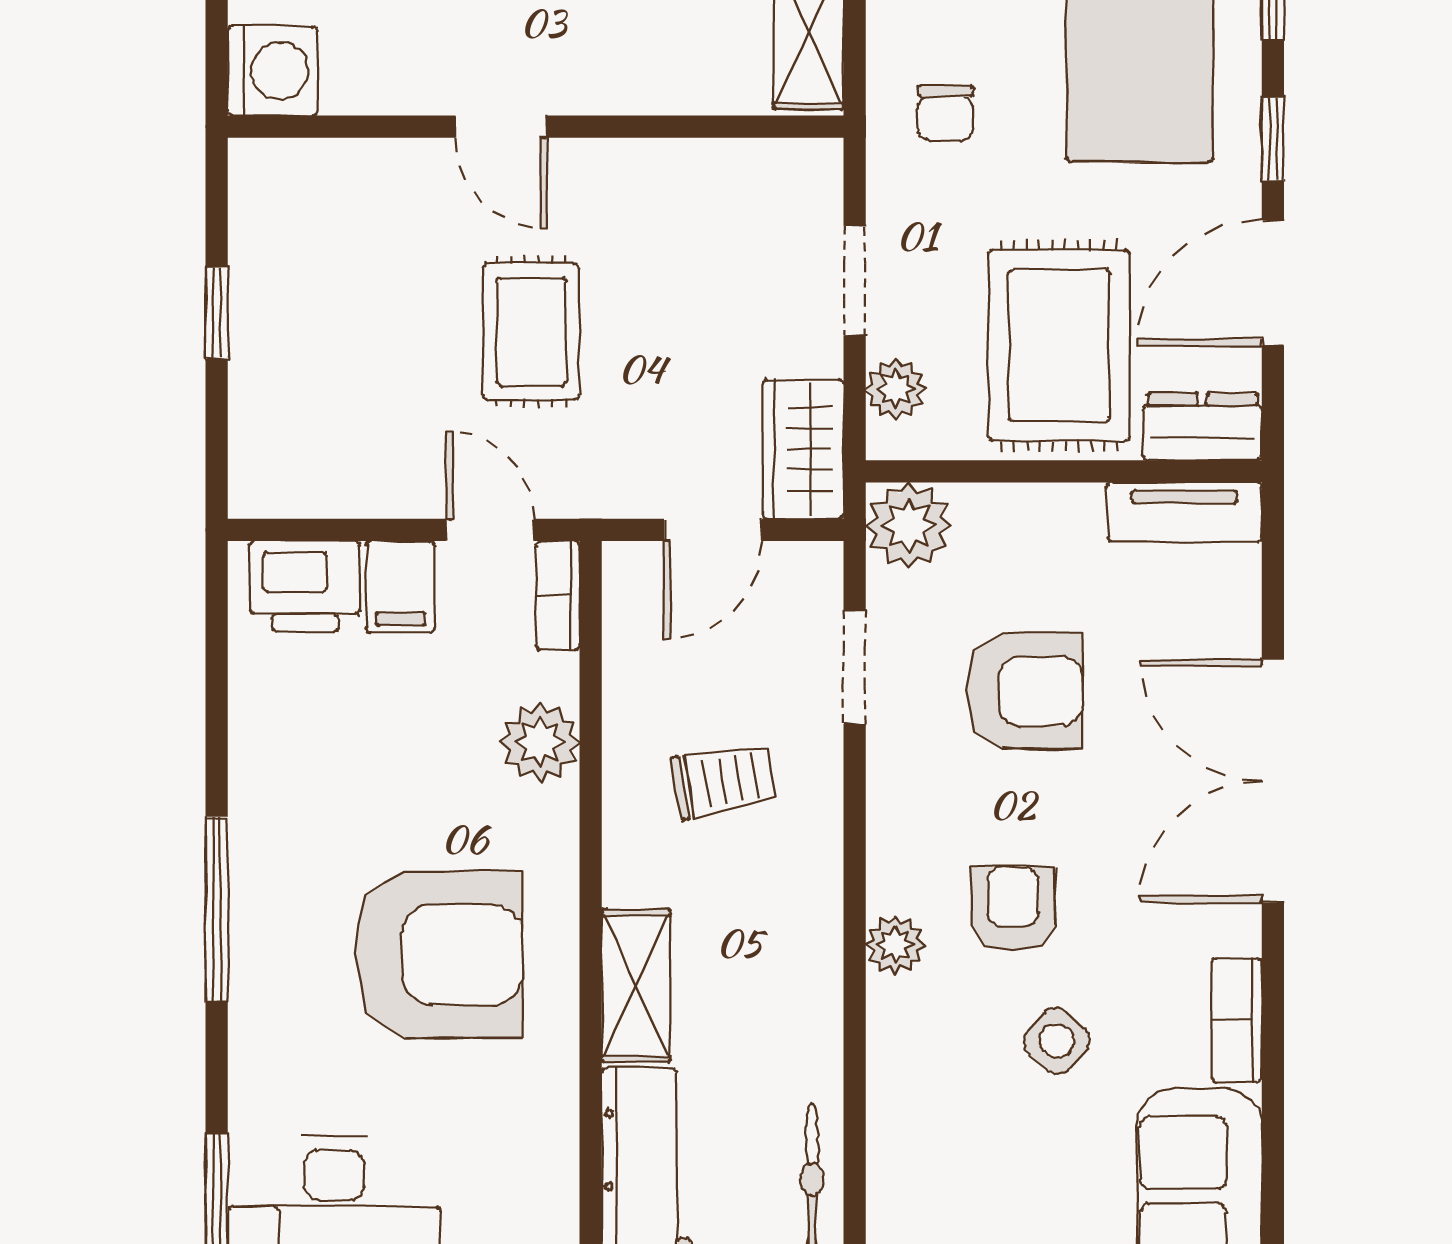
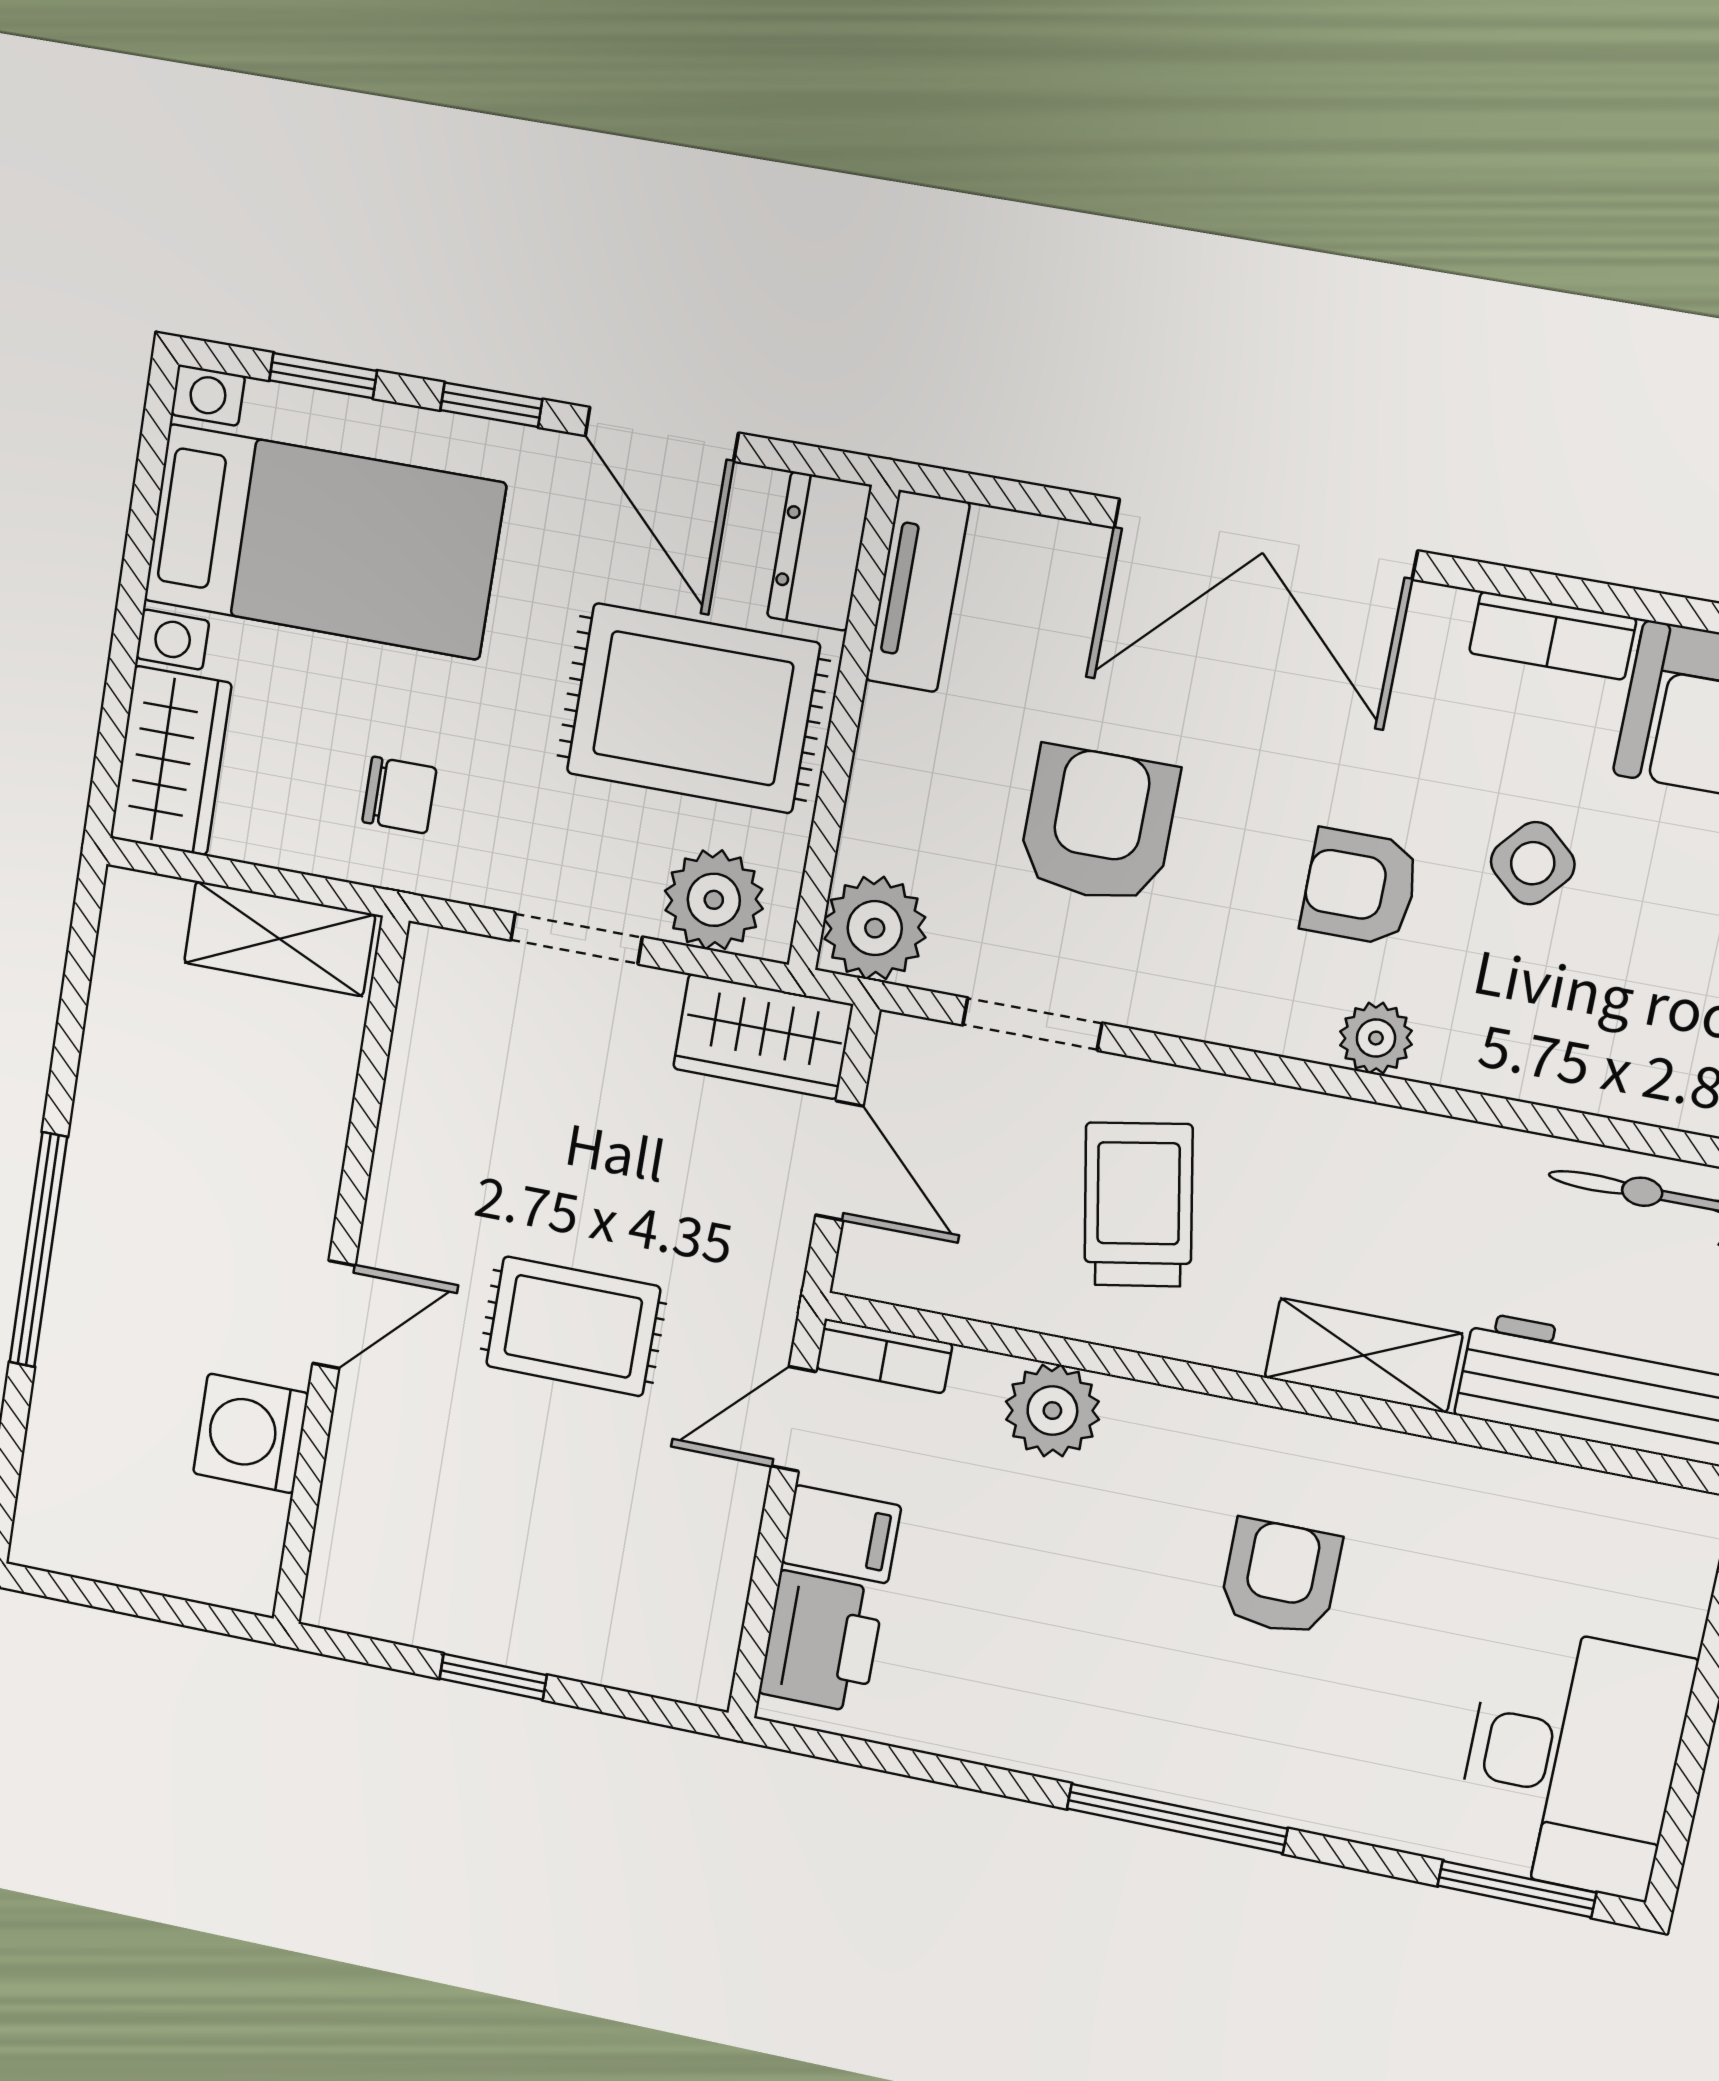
washing machine: (273, 71) -> (251, 1433), moved, turned -90
plant: (896, 389) -> (714, 900), width x1.38, depth x1.38
trolley: (724, 781) -> (1138, 1205), width x1.36, depth x1.39
armchair: (439, 955) -> (1280, 1577), width x0.53, depth x0.53

